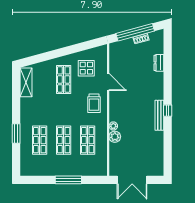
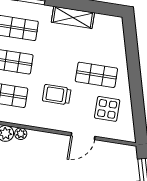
shelving: (26, 82) -> (73, 17), moved
trolley: (94, 103) -> (57, 95), moved

